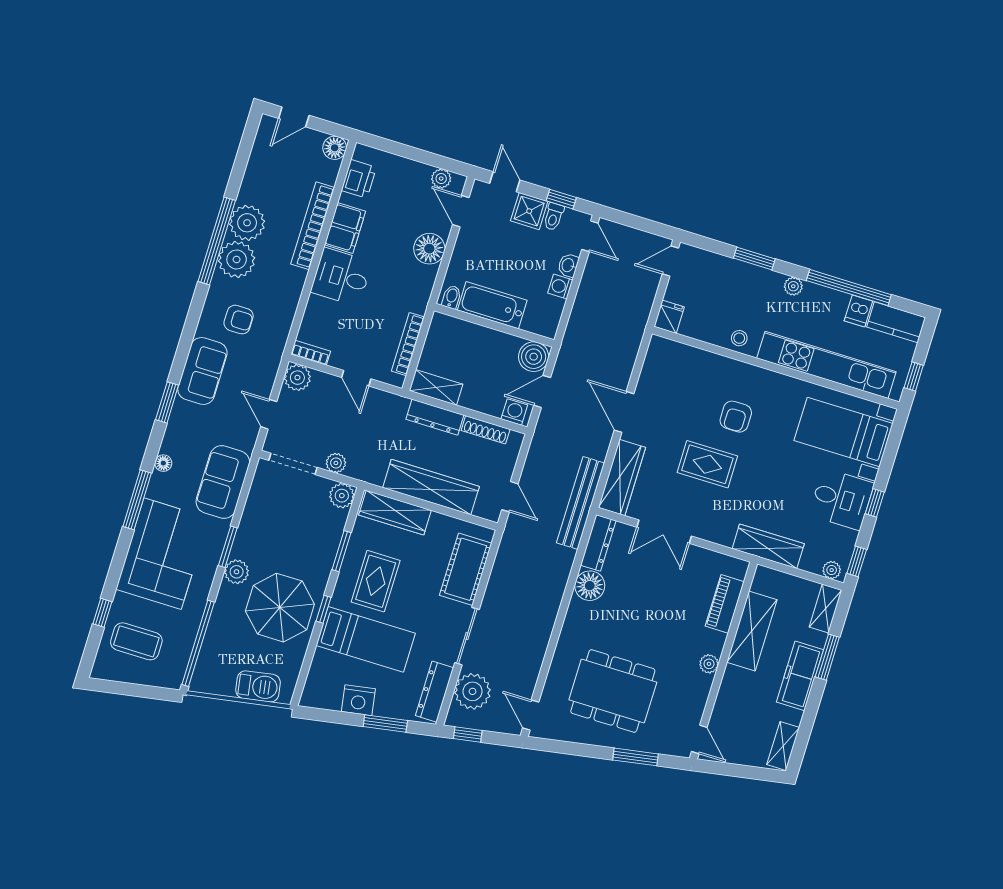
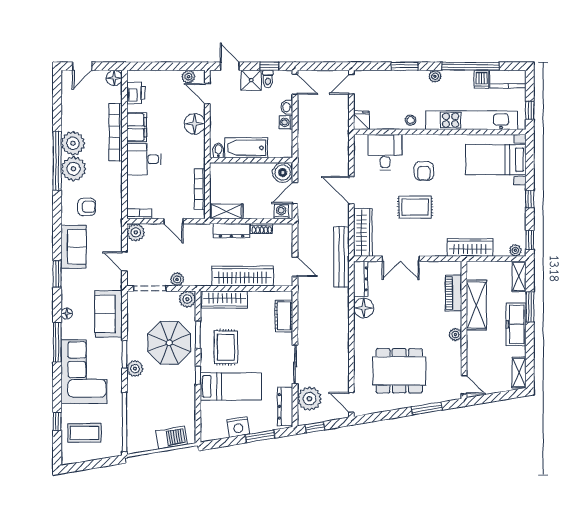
shoe rack: (486, 430) -> (262, 229), width x0.70
desk: (842, 499) -> (385, 152), moved, turned -90
cot: (466, 569) -> (284, 316), width x0.73, depth x0.75
parasol: (280, 608) -> (169, 343), moved

